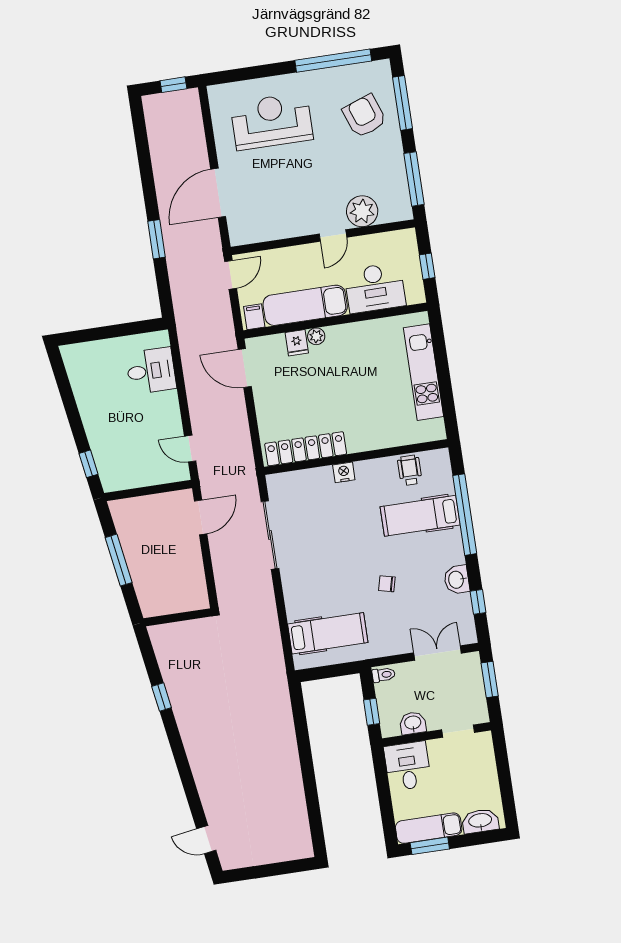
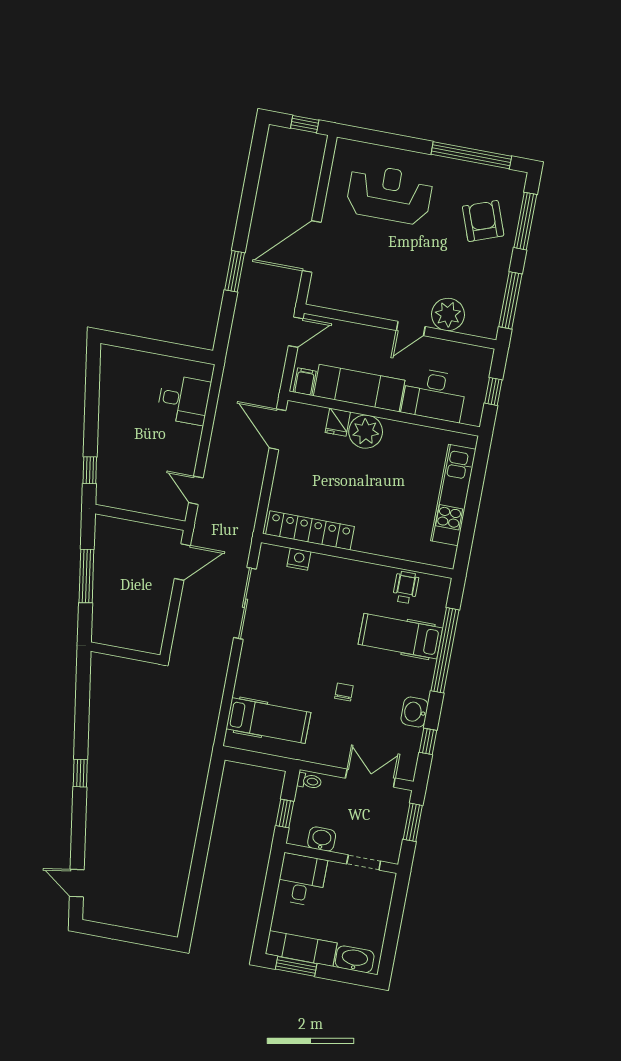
plant: (316, 336) -> (366, 432), width x1.87, depth x1.87
nightstand: (344, 472) -> (299, 559), moved
chair: (387, 584) -> (344, 692), turned 76
window: (162, 697) -> (80, 773), moved

